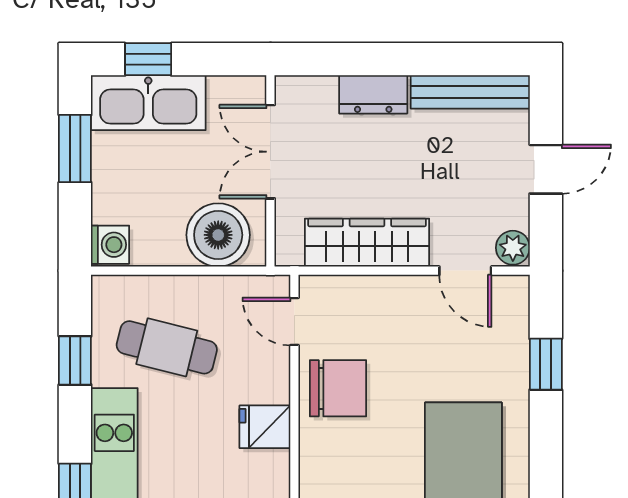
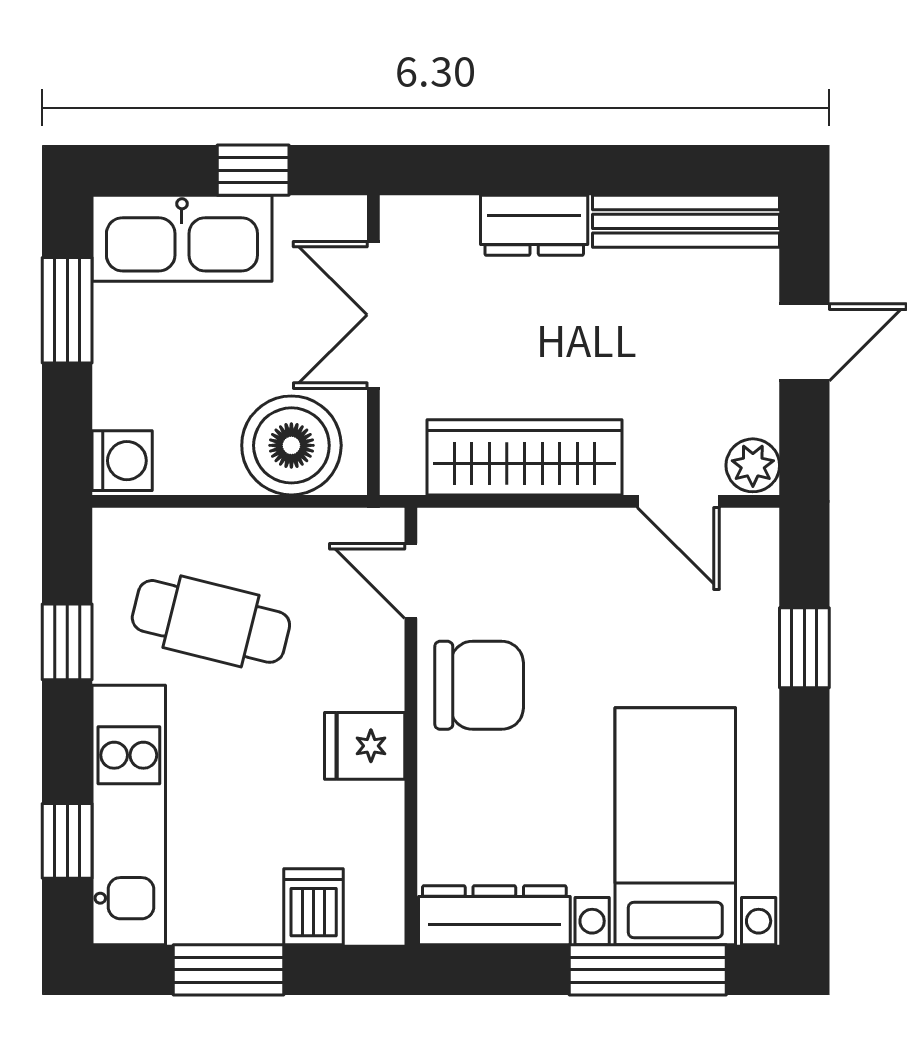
window: (148, 59) -> (253, 170), moved

